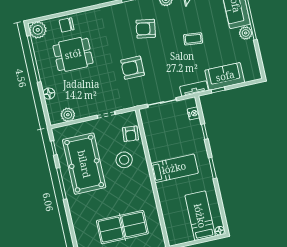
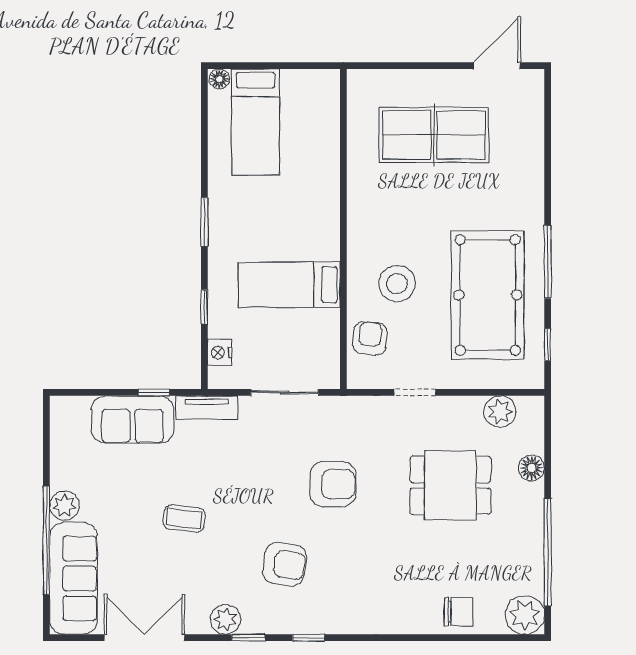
dining table: (73, 54) -> (450, 485), moved
bed: (174, 168) -> (289, 285), moved

